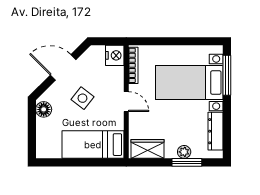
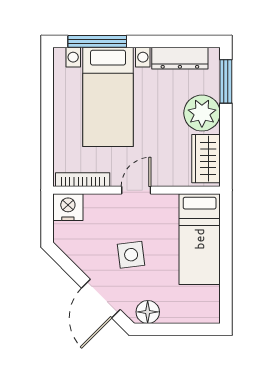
door: (63, 67) -> (101, 299), moved
side table: (82, 98) -> (131, 255), turned 45
plant: (184, 152) -> (202, 113), width x1.88, depth x1.88
window: (187, 162) -> (226, 81), moved

